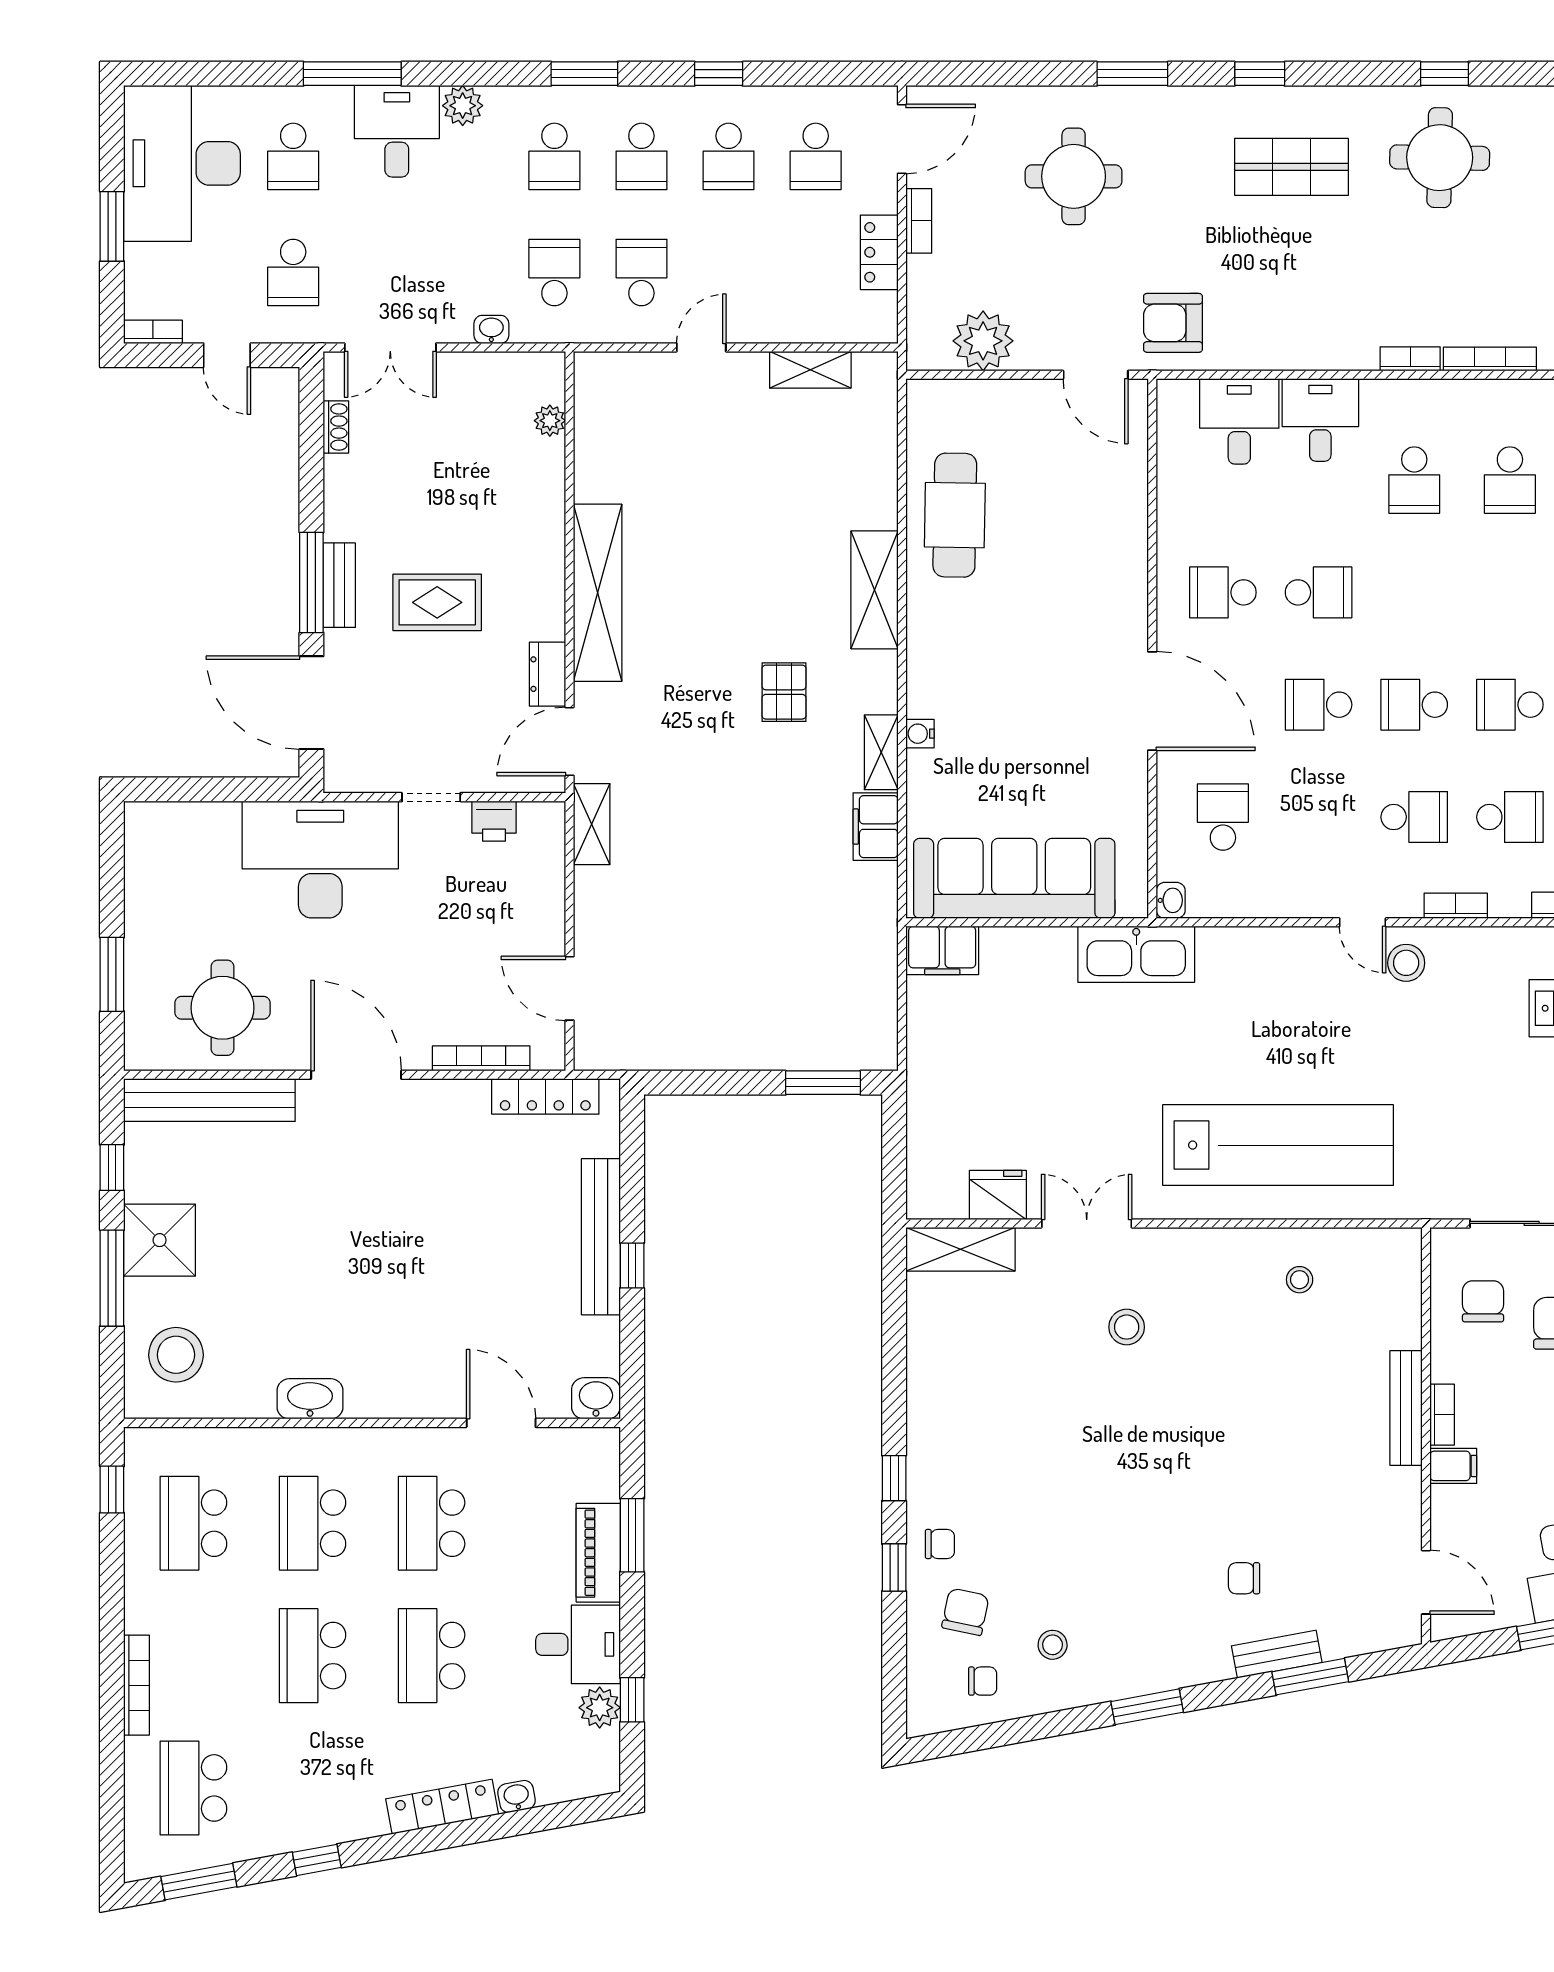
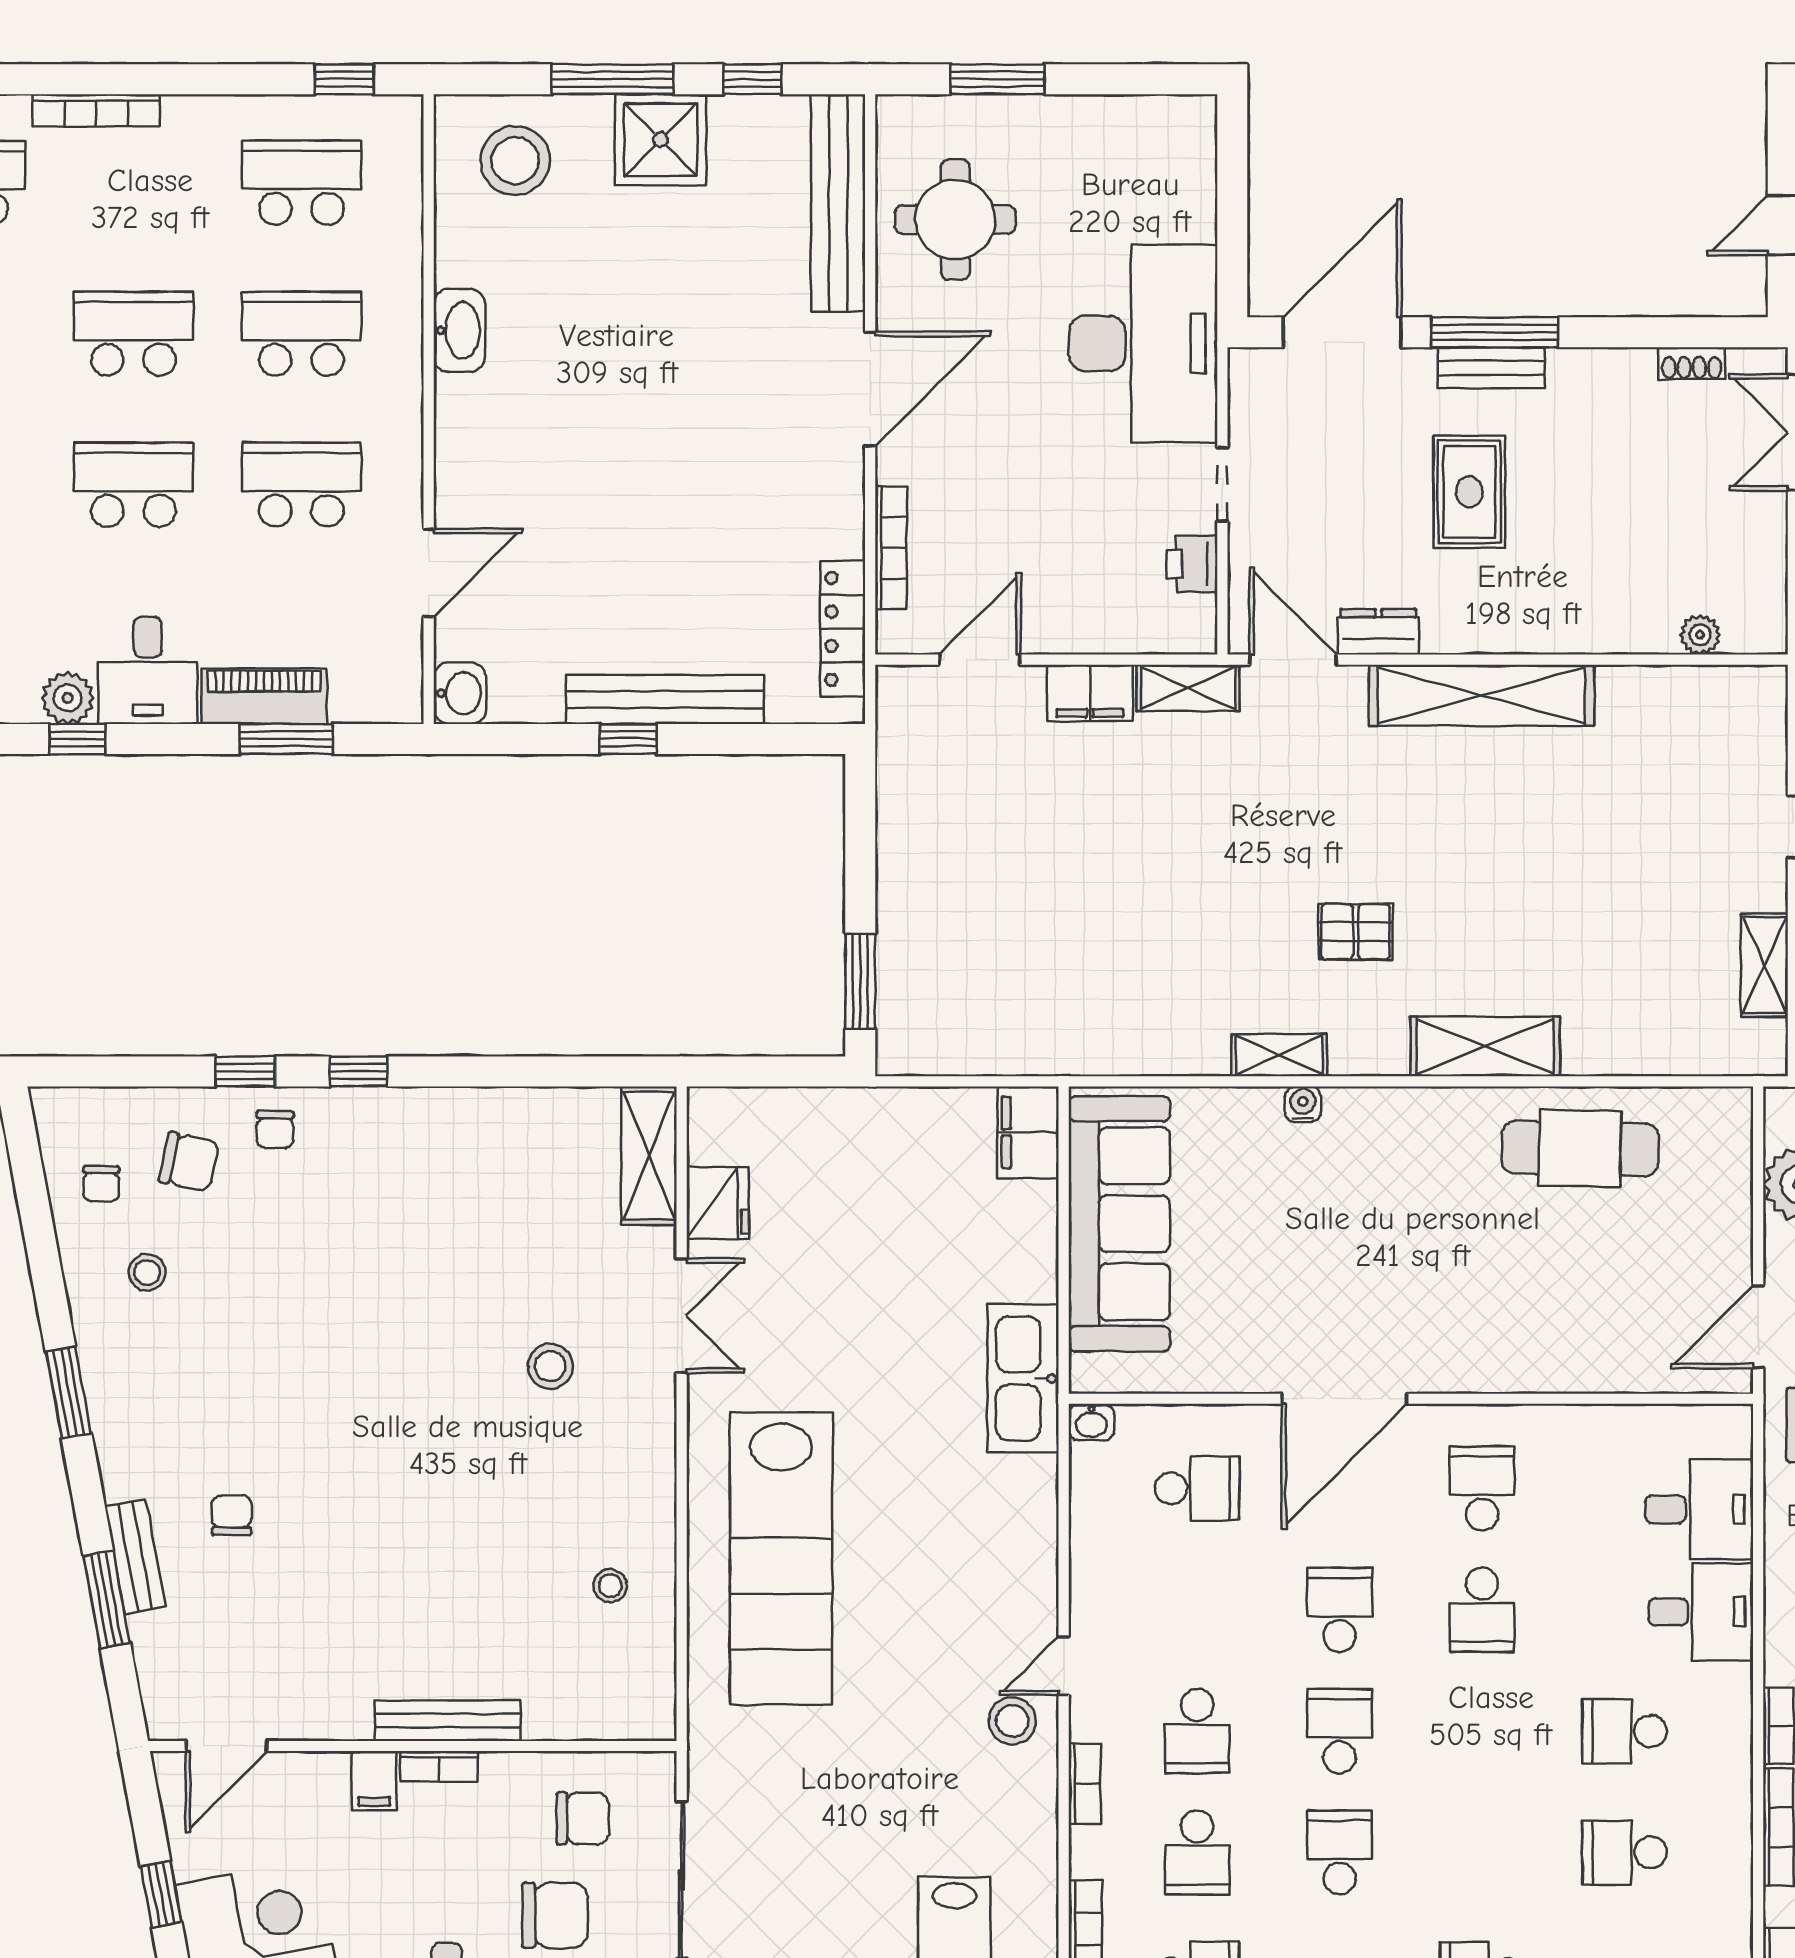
filing cabinet: (876, 827) -> (1090, 693), moved, turned 180

